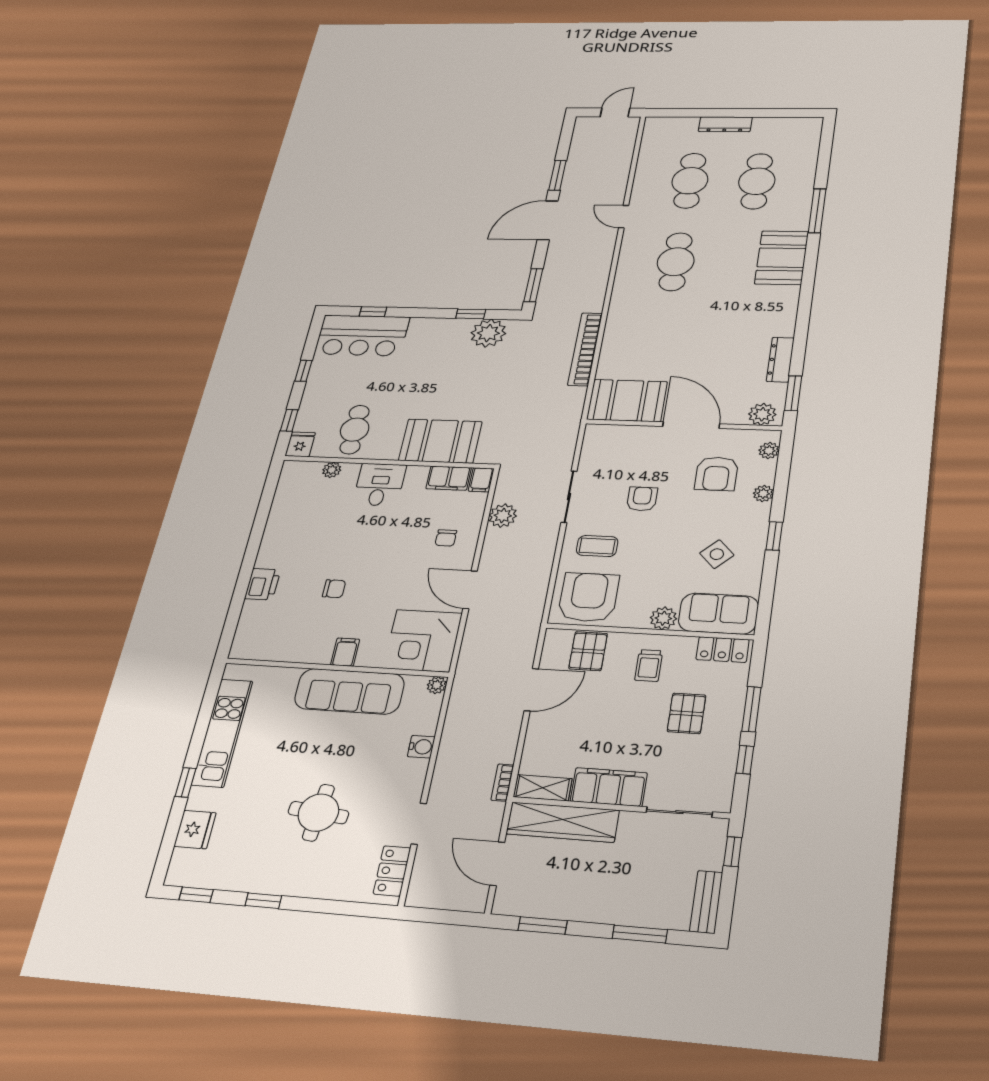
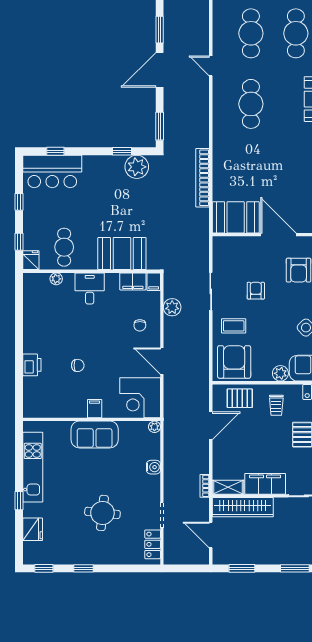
pallet: (588, 651) -> (240, 398), turned 90
sofa: (349, 691) -> (95, 434), width x0.73

